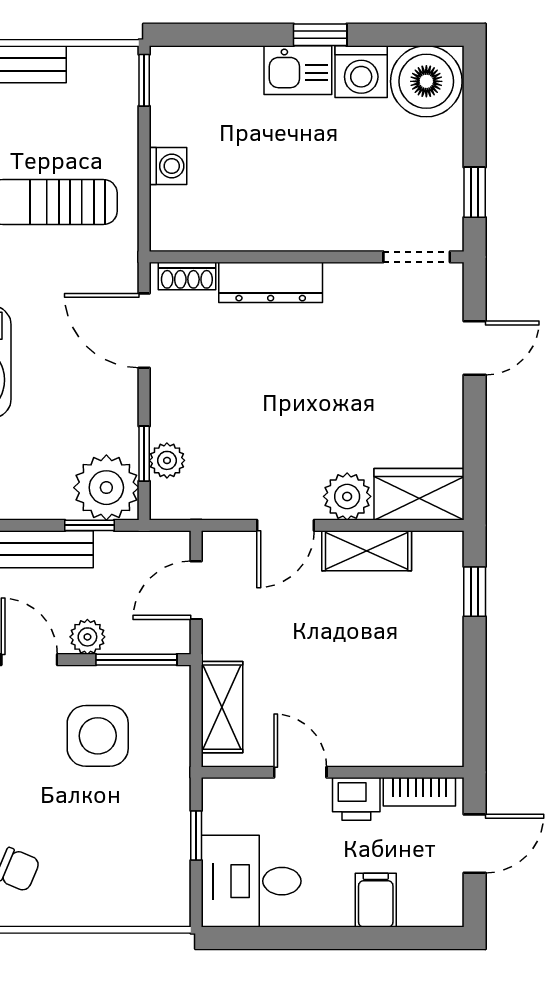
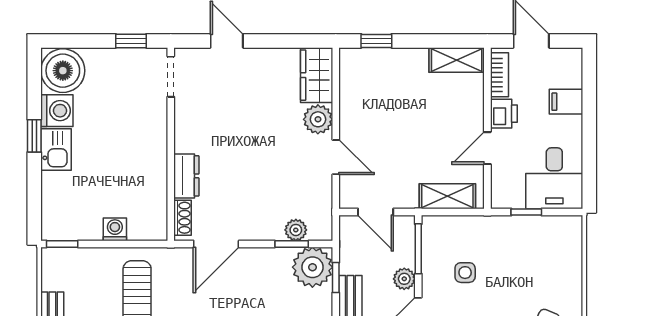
dresser: (271, 282) -> (186, 176), width x0.70
shelving: (367, 551) -> (457, 60), moved, turned 90
side table: (98, 736) -> (465, 273), width x0.54, depth x0.54

